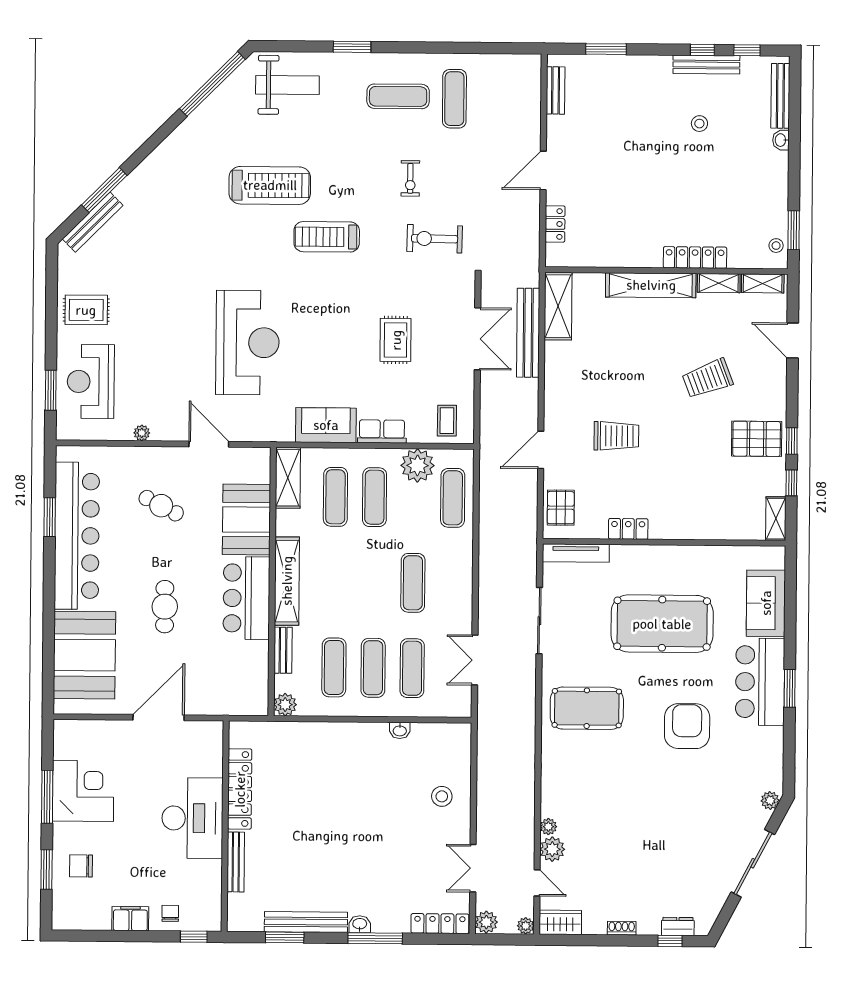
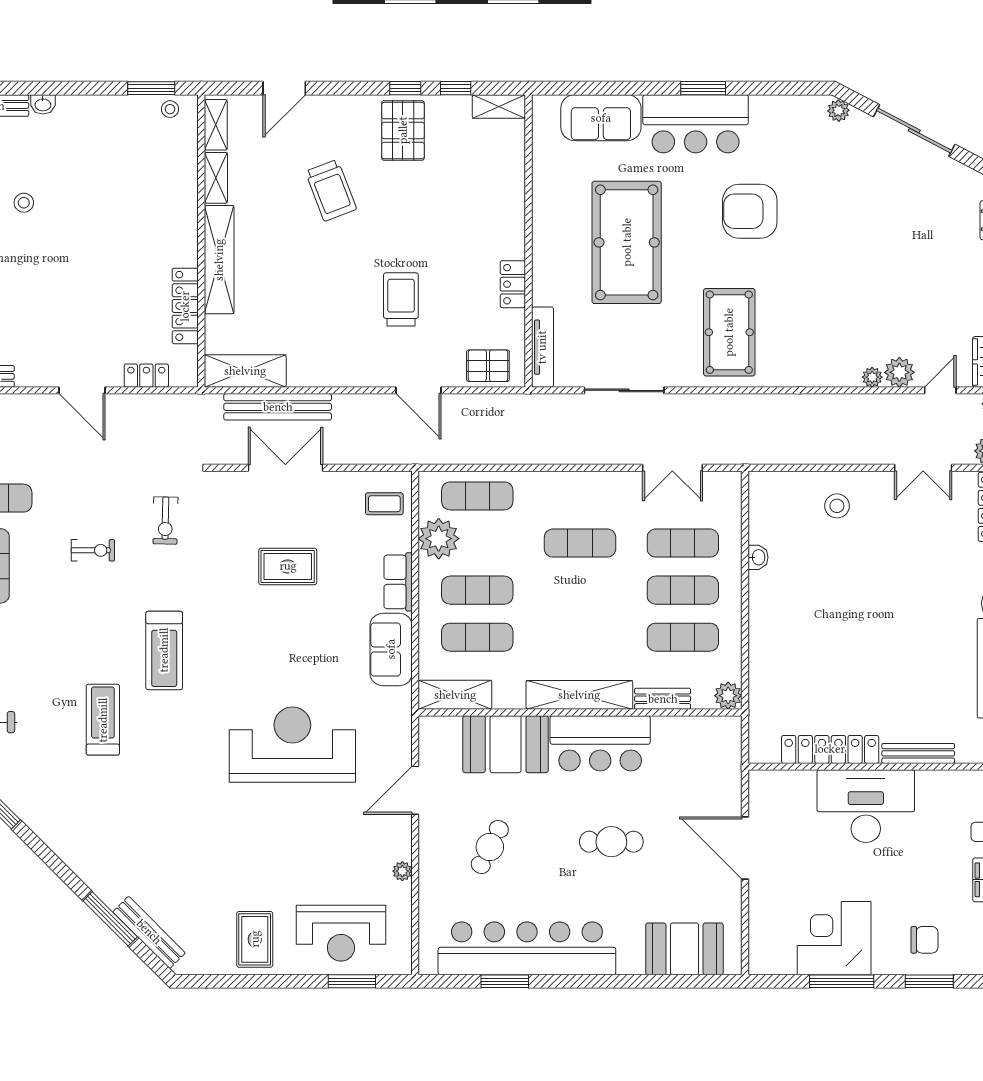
treadmill: (270, 185) -> (103, 720), width x0.73, depth x0.73
exercise bike: (435, 239) -> (165, 521), width x0.73, depth x0.72
locker: (695, 257) -> (185, 306), moved
booth: (84, 655) -> (684, 949), width x0.73, depth x0.70
chair: (81, 866) -> (925, 940), turned -90

